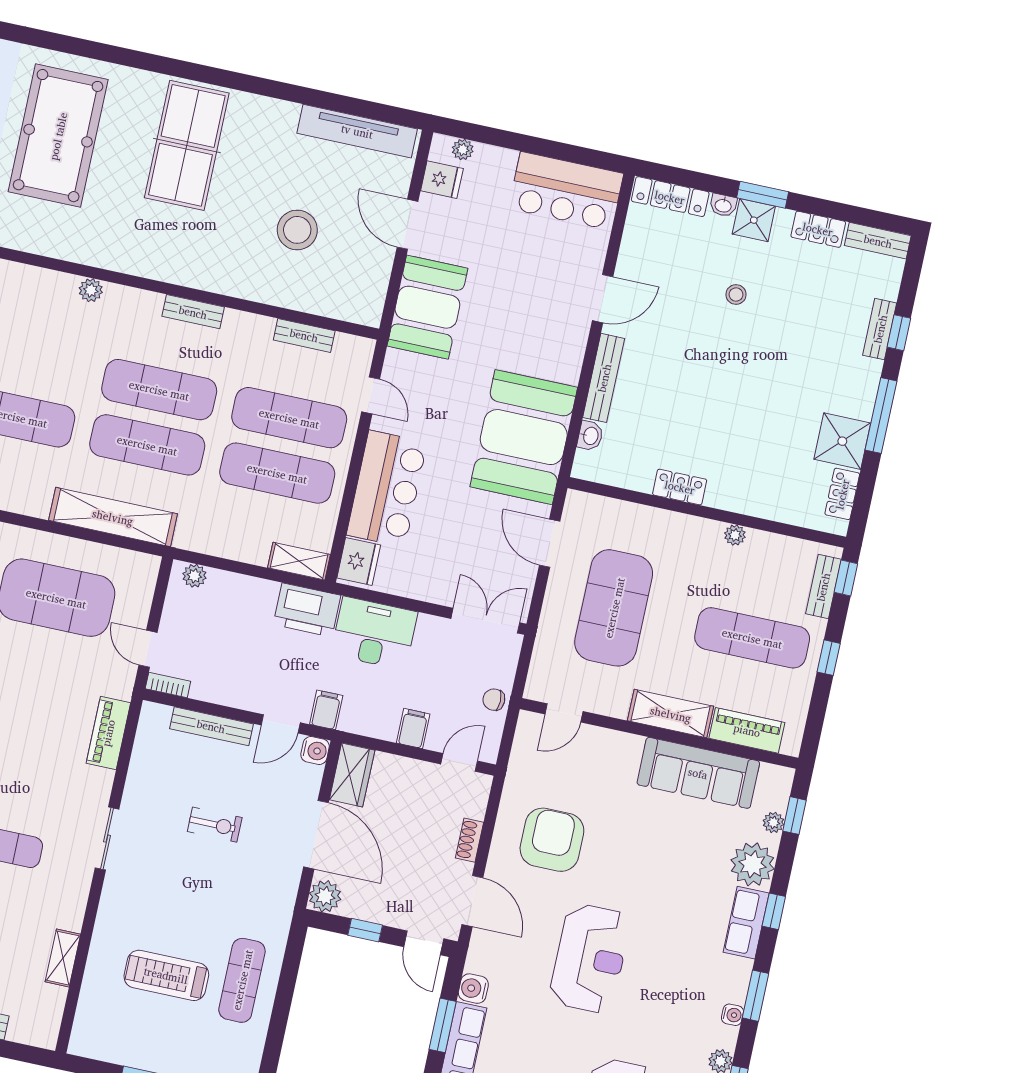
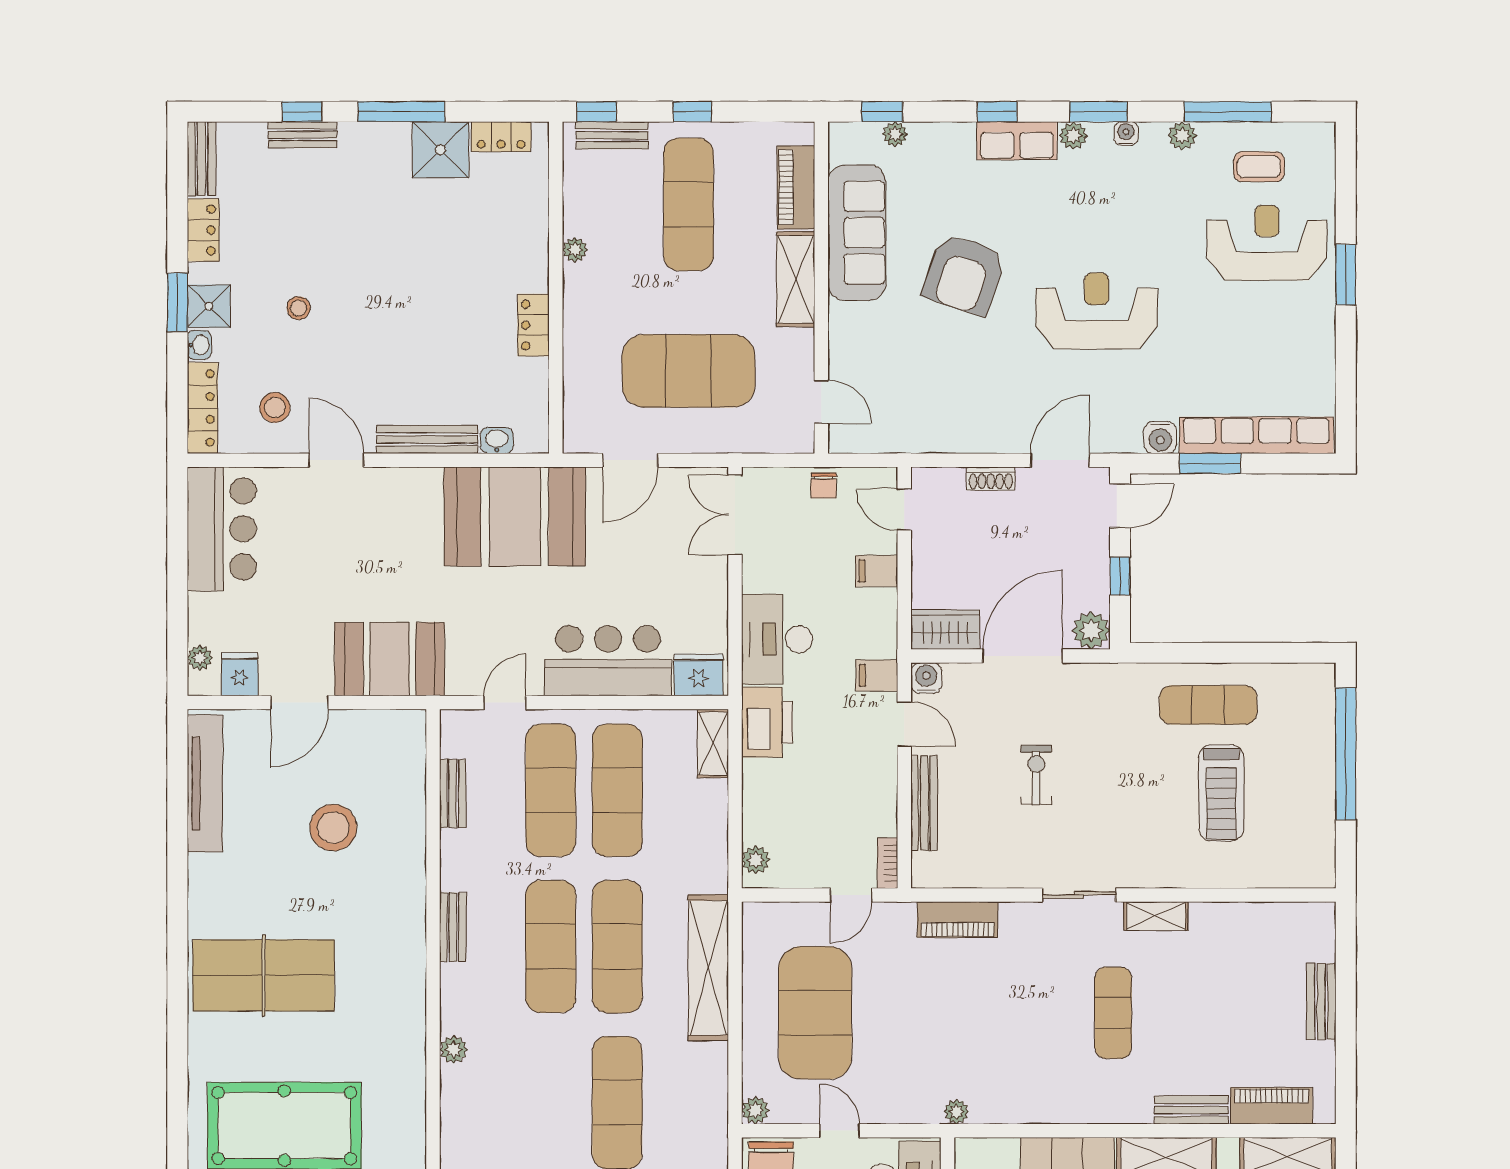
stool: (658, 257) -> (275, 407), added
armchair: (552, 840) -> (964, 274), moved, turned -71
plant: (753, 864) -> (1073, 136), moved, width x0.53, depth x0.53
shelving: (63, 958) -> (1156, 916), moved

